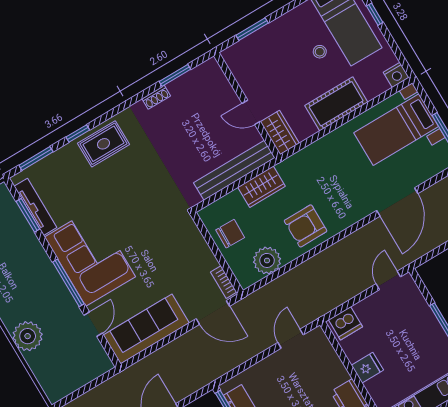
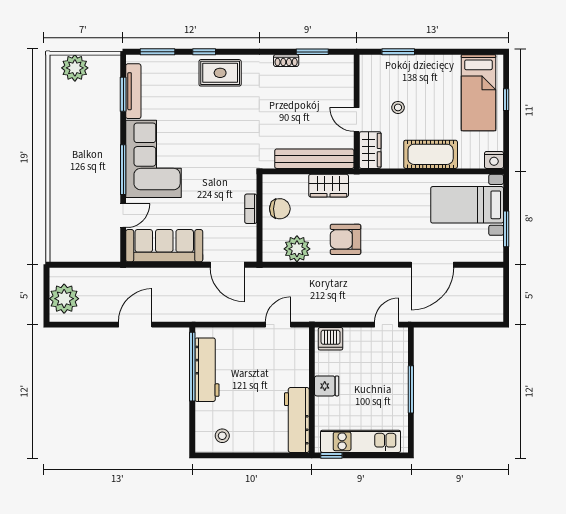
stool: (320, 52) -> (398, 107), moved
bookcase: (224, 282) -> (251, 209), moved
plant: (28, 336) -> (63, 193), removed

